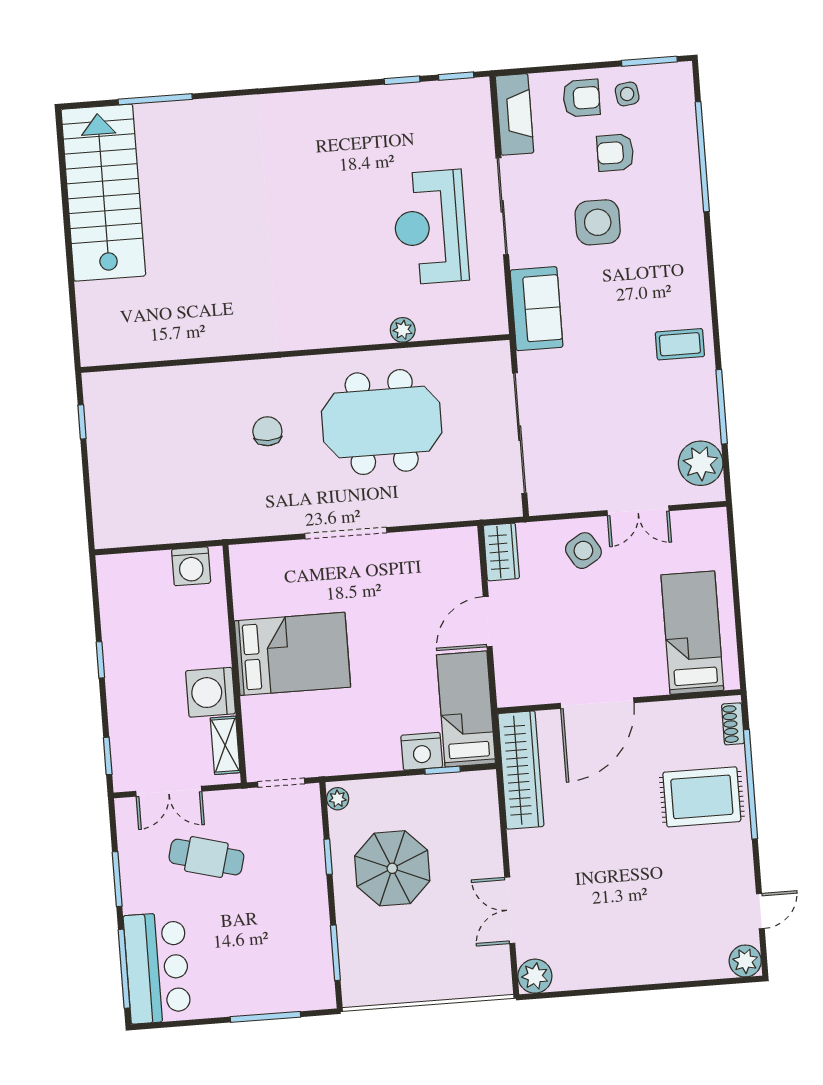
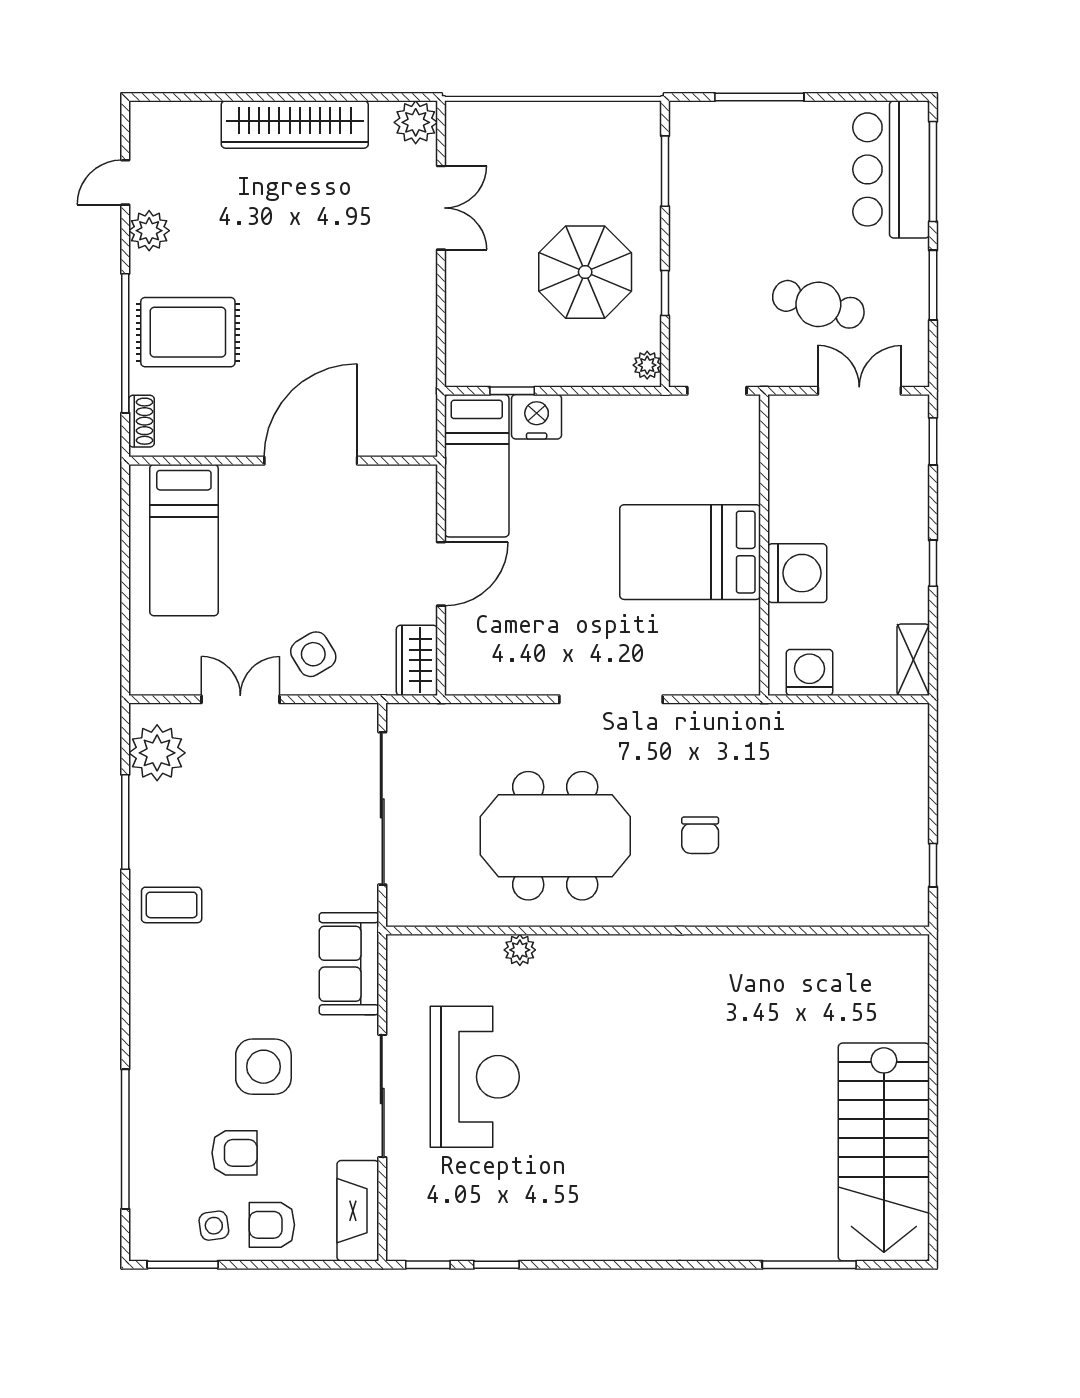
washing machine: (210, 692) -> (797, 573), moved
shelving: (225, 745) -> (913, 660), moved
wardrobe: (521, 770) -> (295, 125), moved, turned -90
plant: (745, 961) -> (149, 231), moved

